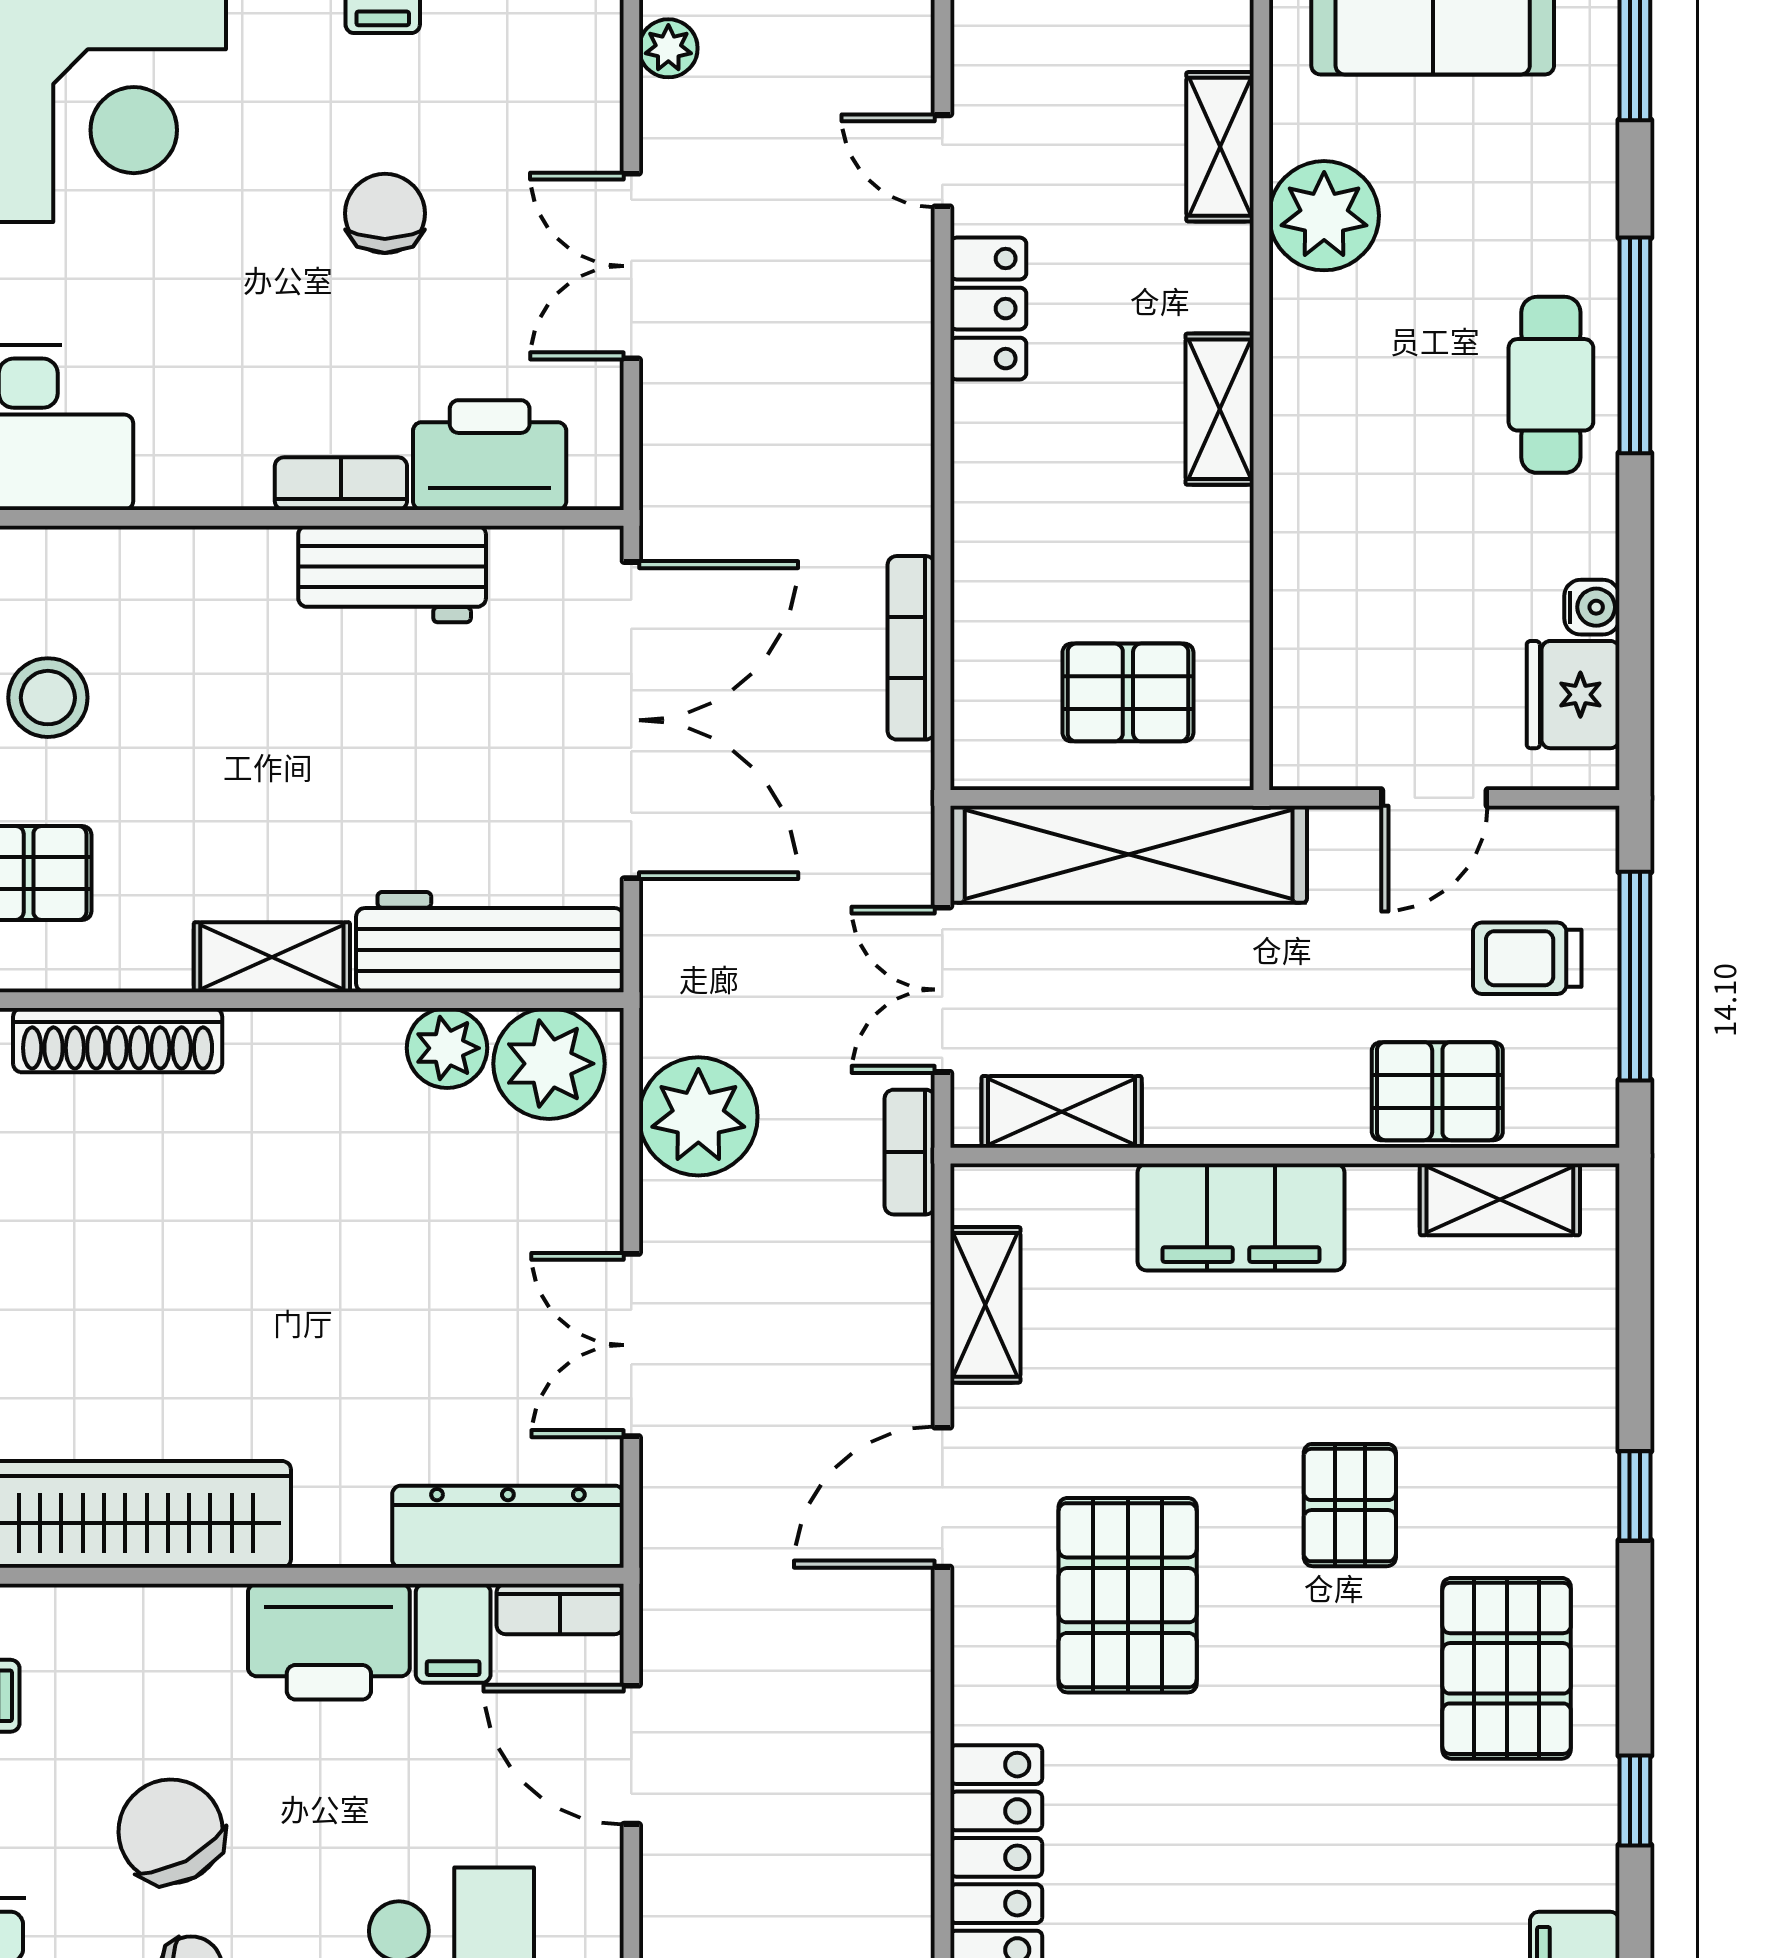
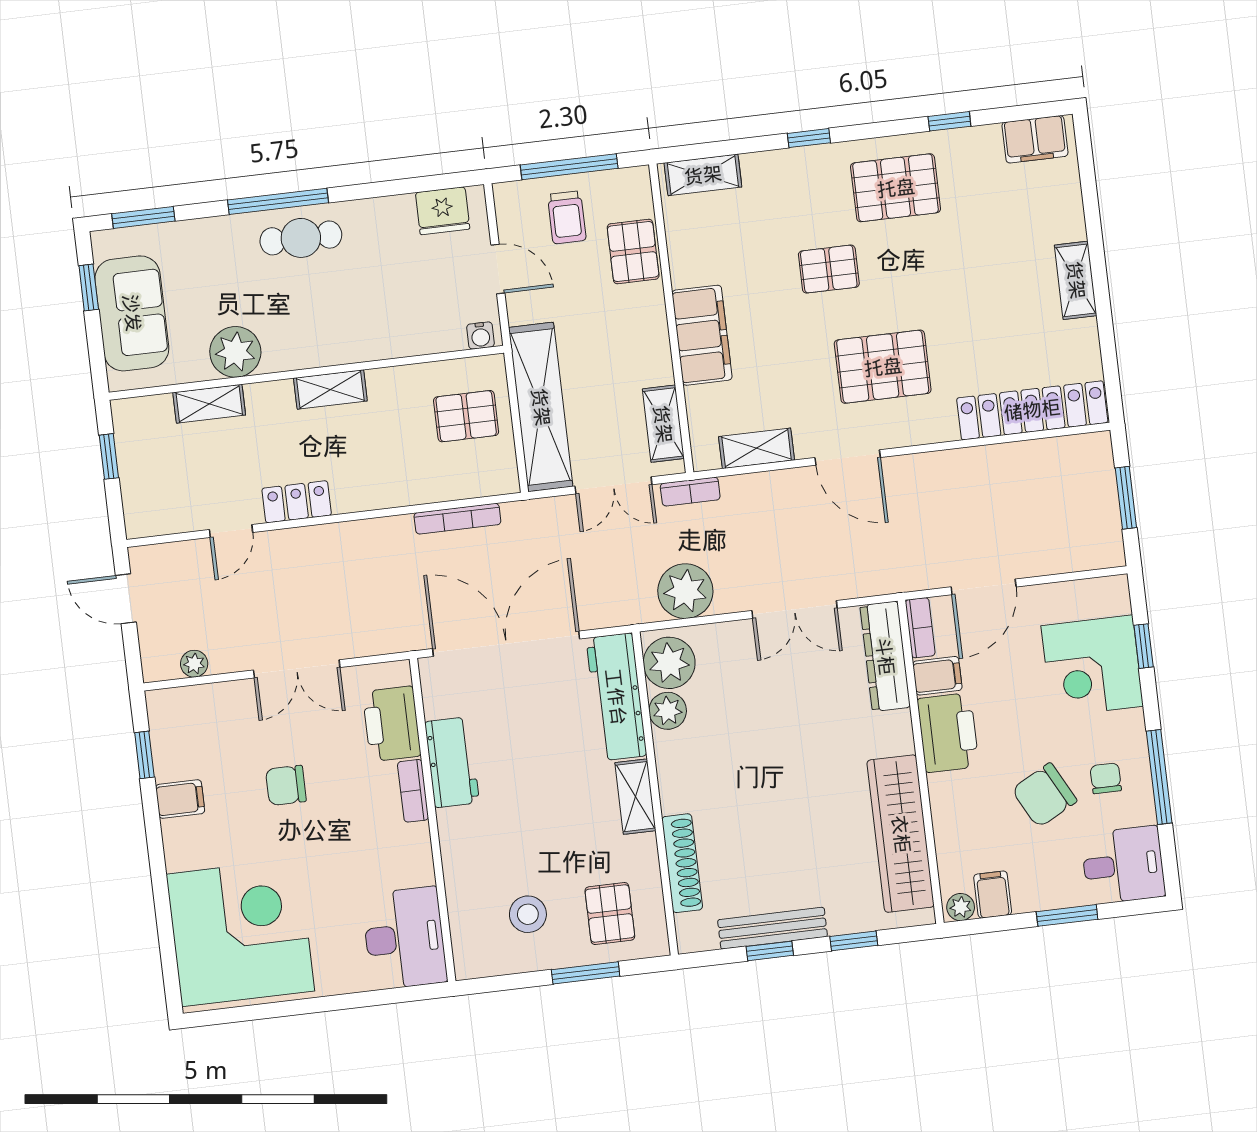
water cooler: (1592, 607) -> (481, 335), moved, turned 180
pallet: (1128, 692) -> (466, 416), turned 90
shelving: (1500, 1199) -> (703, 175), moved, turned 90

